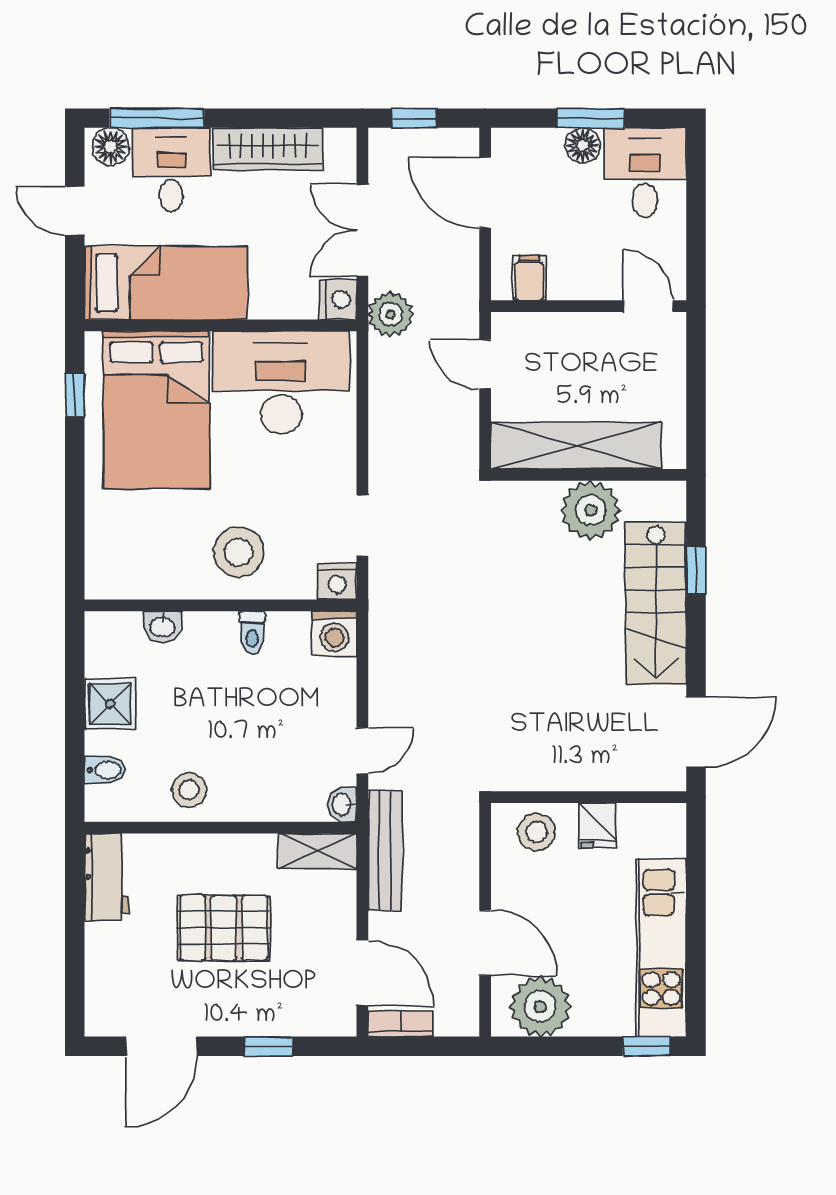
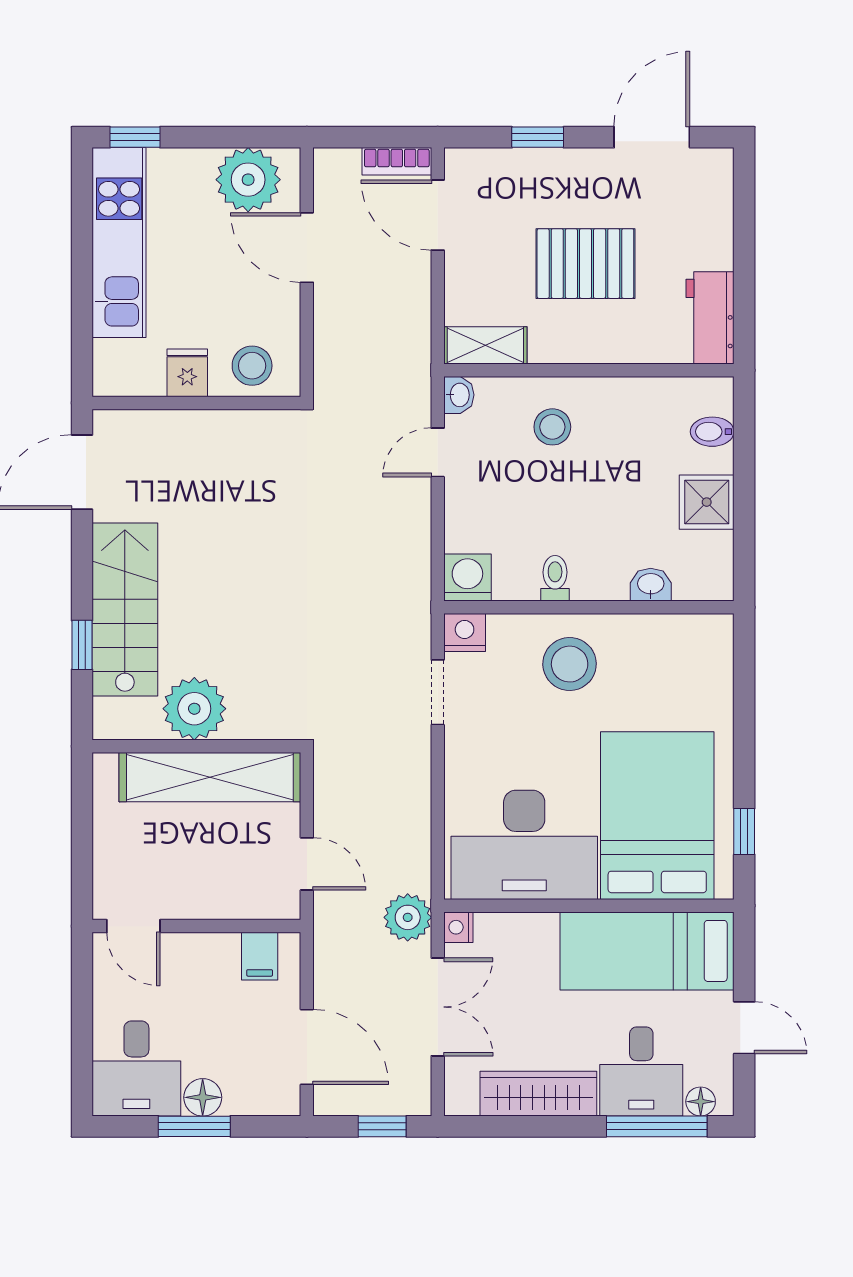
floor lamp: (111, 147) -> (701, 1102), width x0.73, depth x0.73
nightstand: (338, 299) -> (458, 927), width x0.72, depth x0.74
stool: (189, 790) -> (552, 427), moved
bench: (385, 850) -> (414, 346), removed

